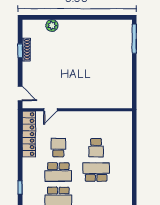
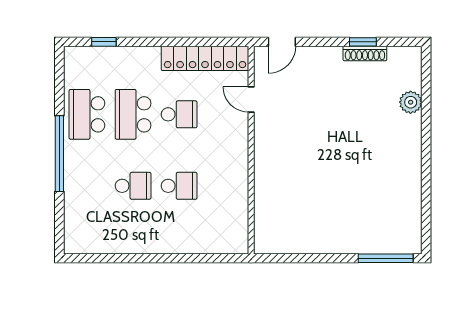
school desk: (96, 148) -> (179, 186), turned 180
school desk: (96, 172) -> (133, 186), width x0.54

